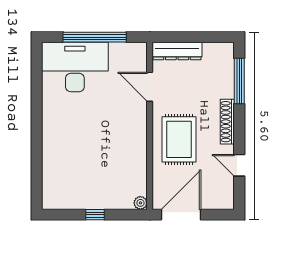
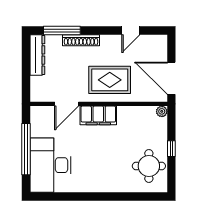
dresser: (177, 51) -> (37, 55), moved
shoe rack: (227, 122) -> (81, 40), moved
filing cabinet: (136, 125) -> (98, 115), added
round table: (74, 187) -> (149, 166), added

